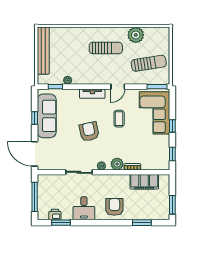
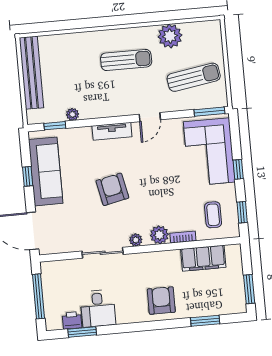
coffee table: (119, 119) -> (213, 215), moved
desk: (84, 208) -> (98, 308), moved

